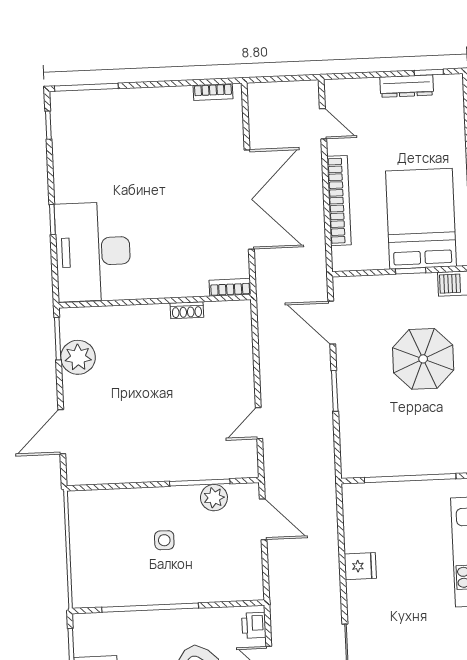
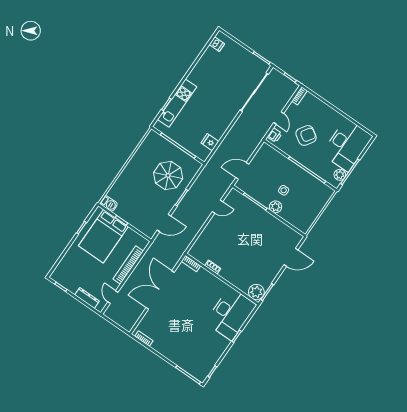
dresser: (407, 86) -> (87, 298), moved
door: (332, 323) -> (164, 223), hinge flipped
plant: (78, 357) -> (256, 292), moved
parasol: (423, 359) -> (168, 176), moved
plant: (214, 498) -> (276, 207), moved
door: (263, 519) -> (242, 171), hinge flipped
fridge: (360, 566) -> (210, 142), moved
plant: (86, 642) -> (340, 175), added

